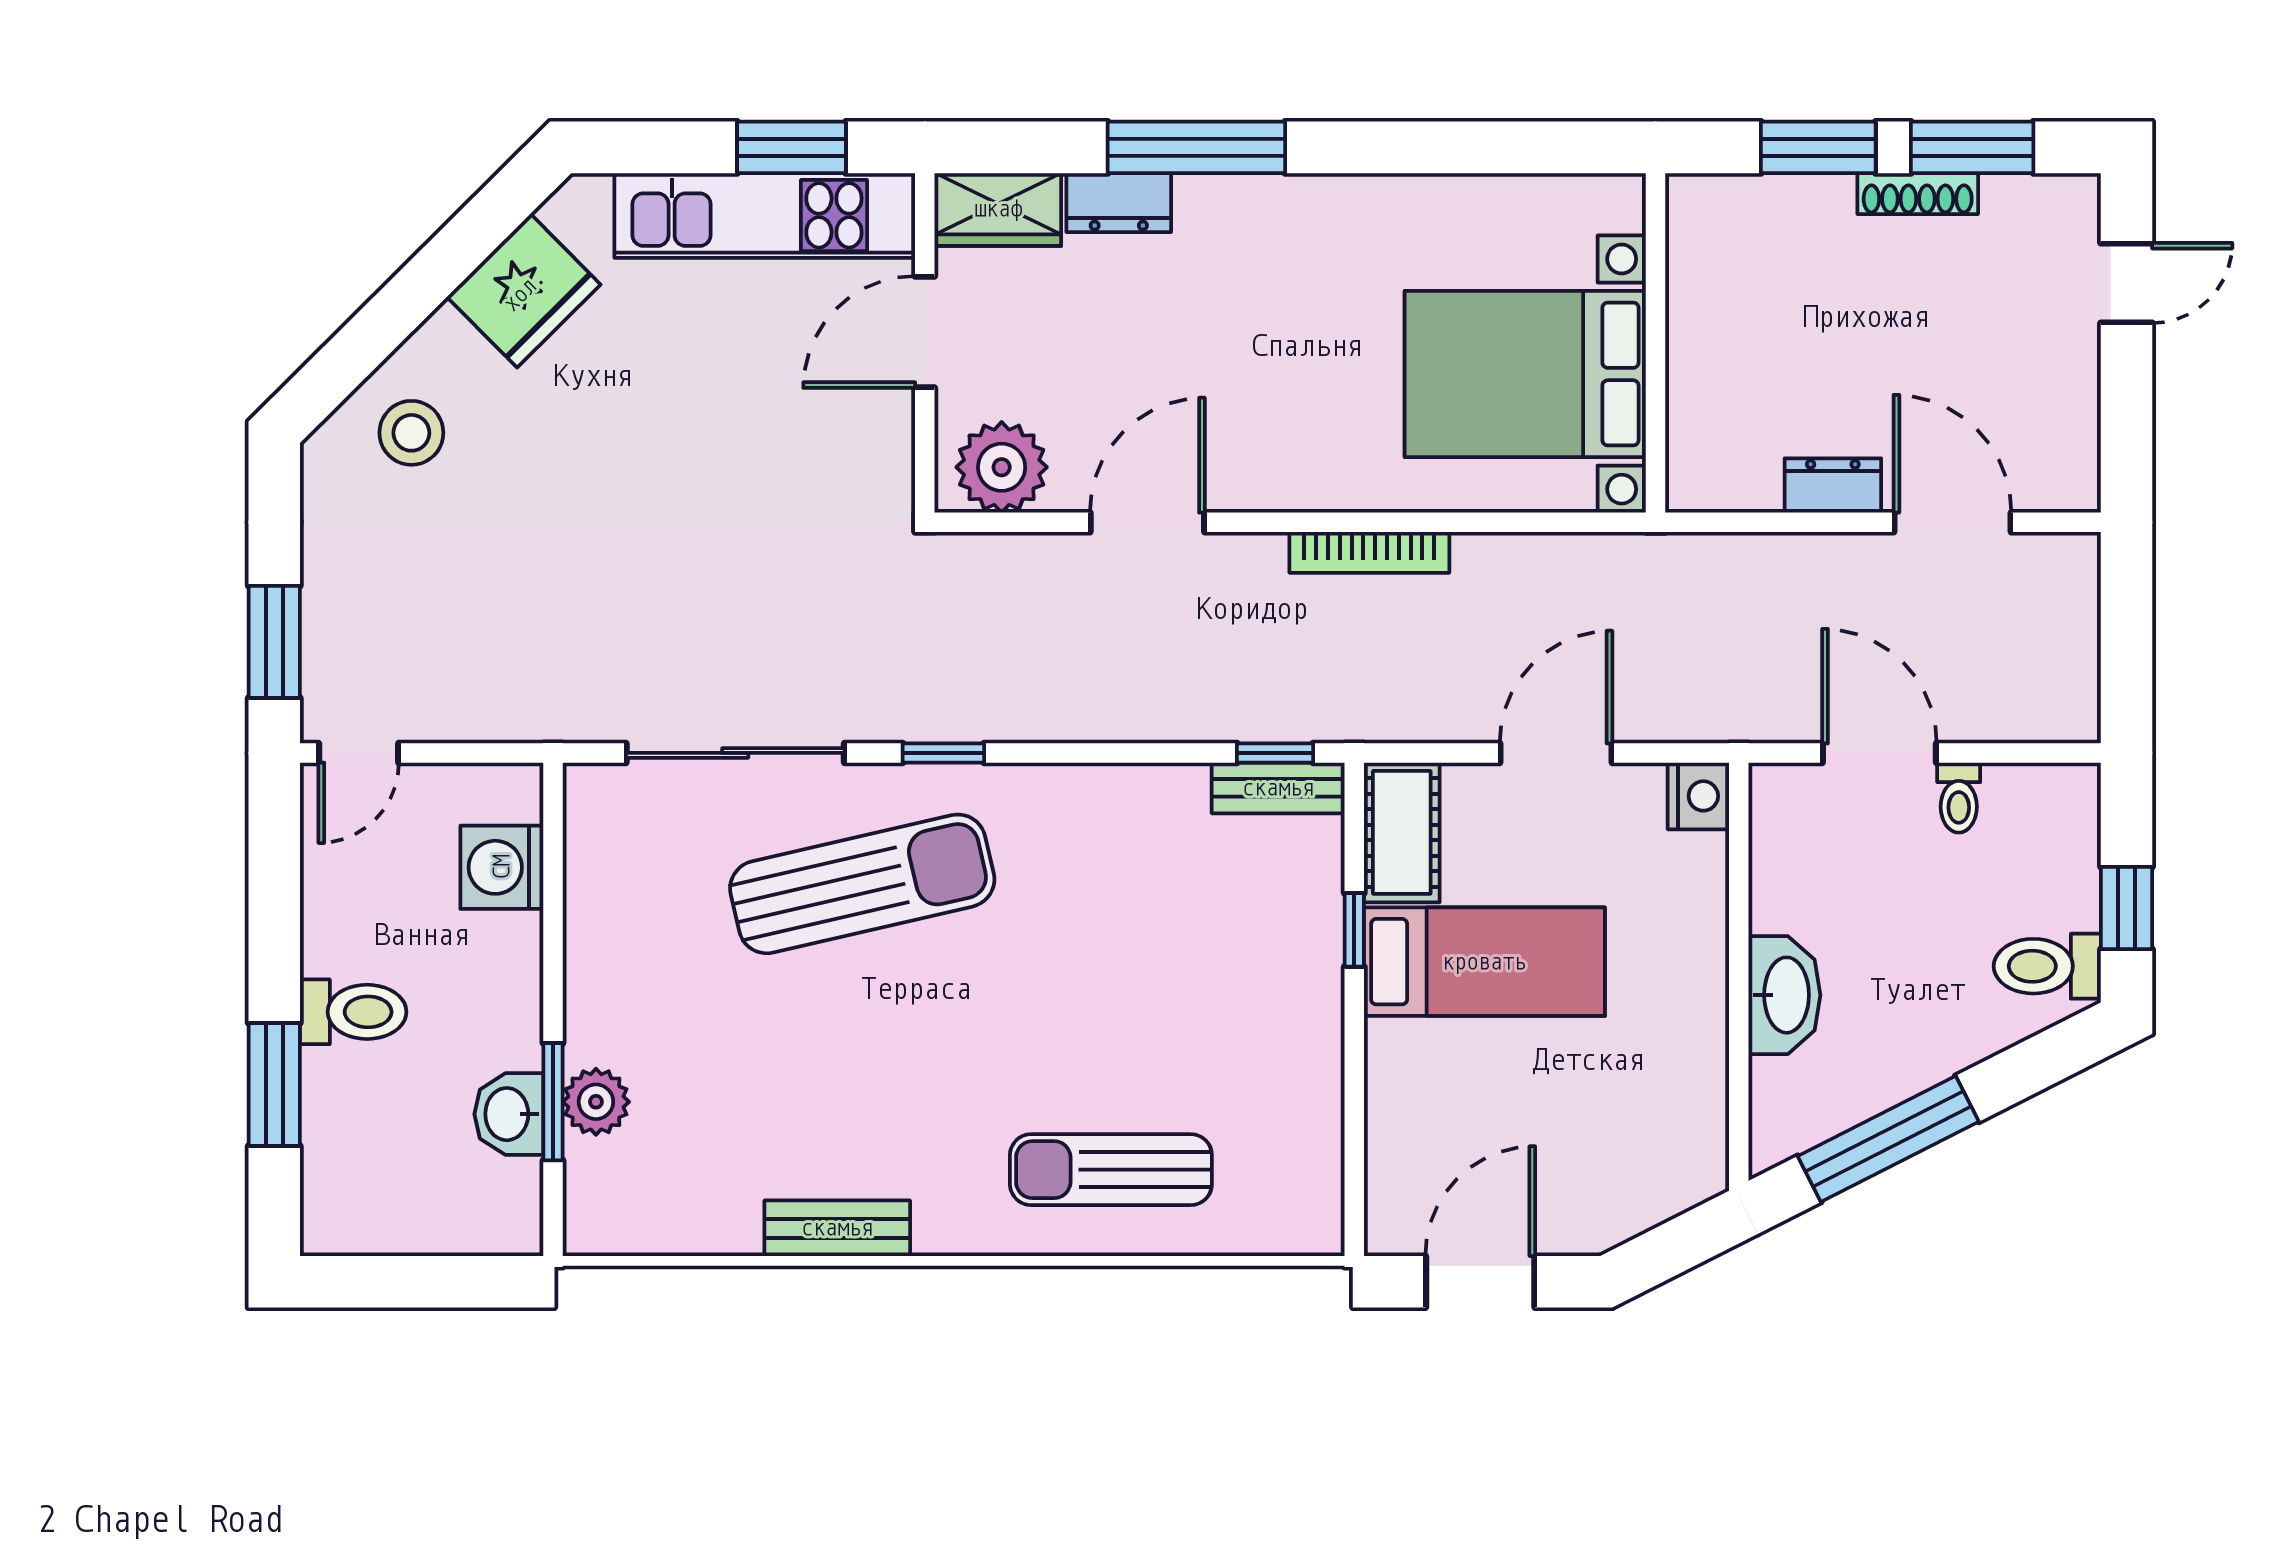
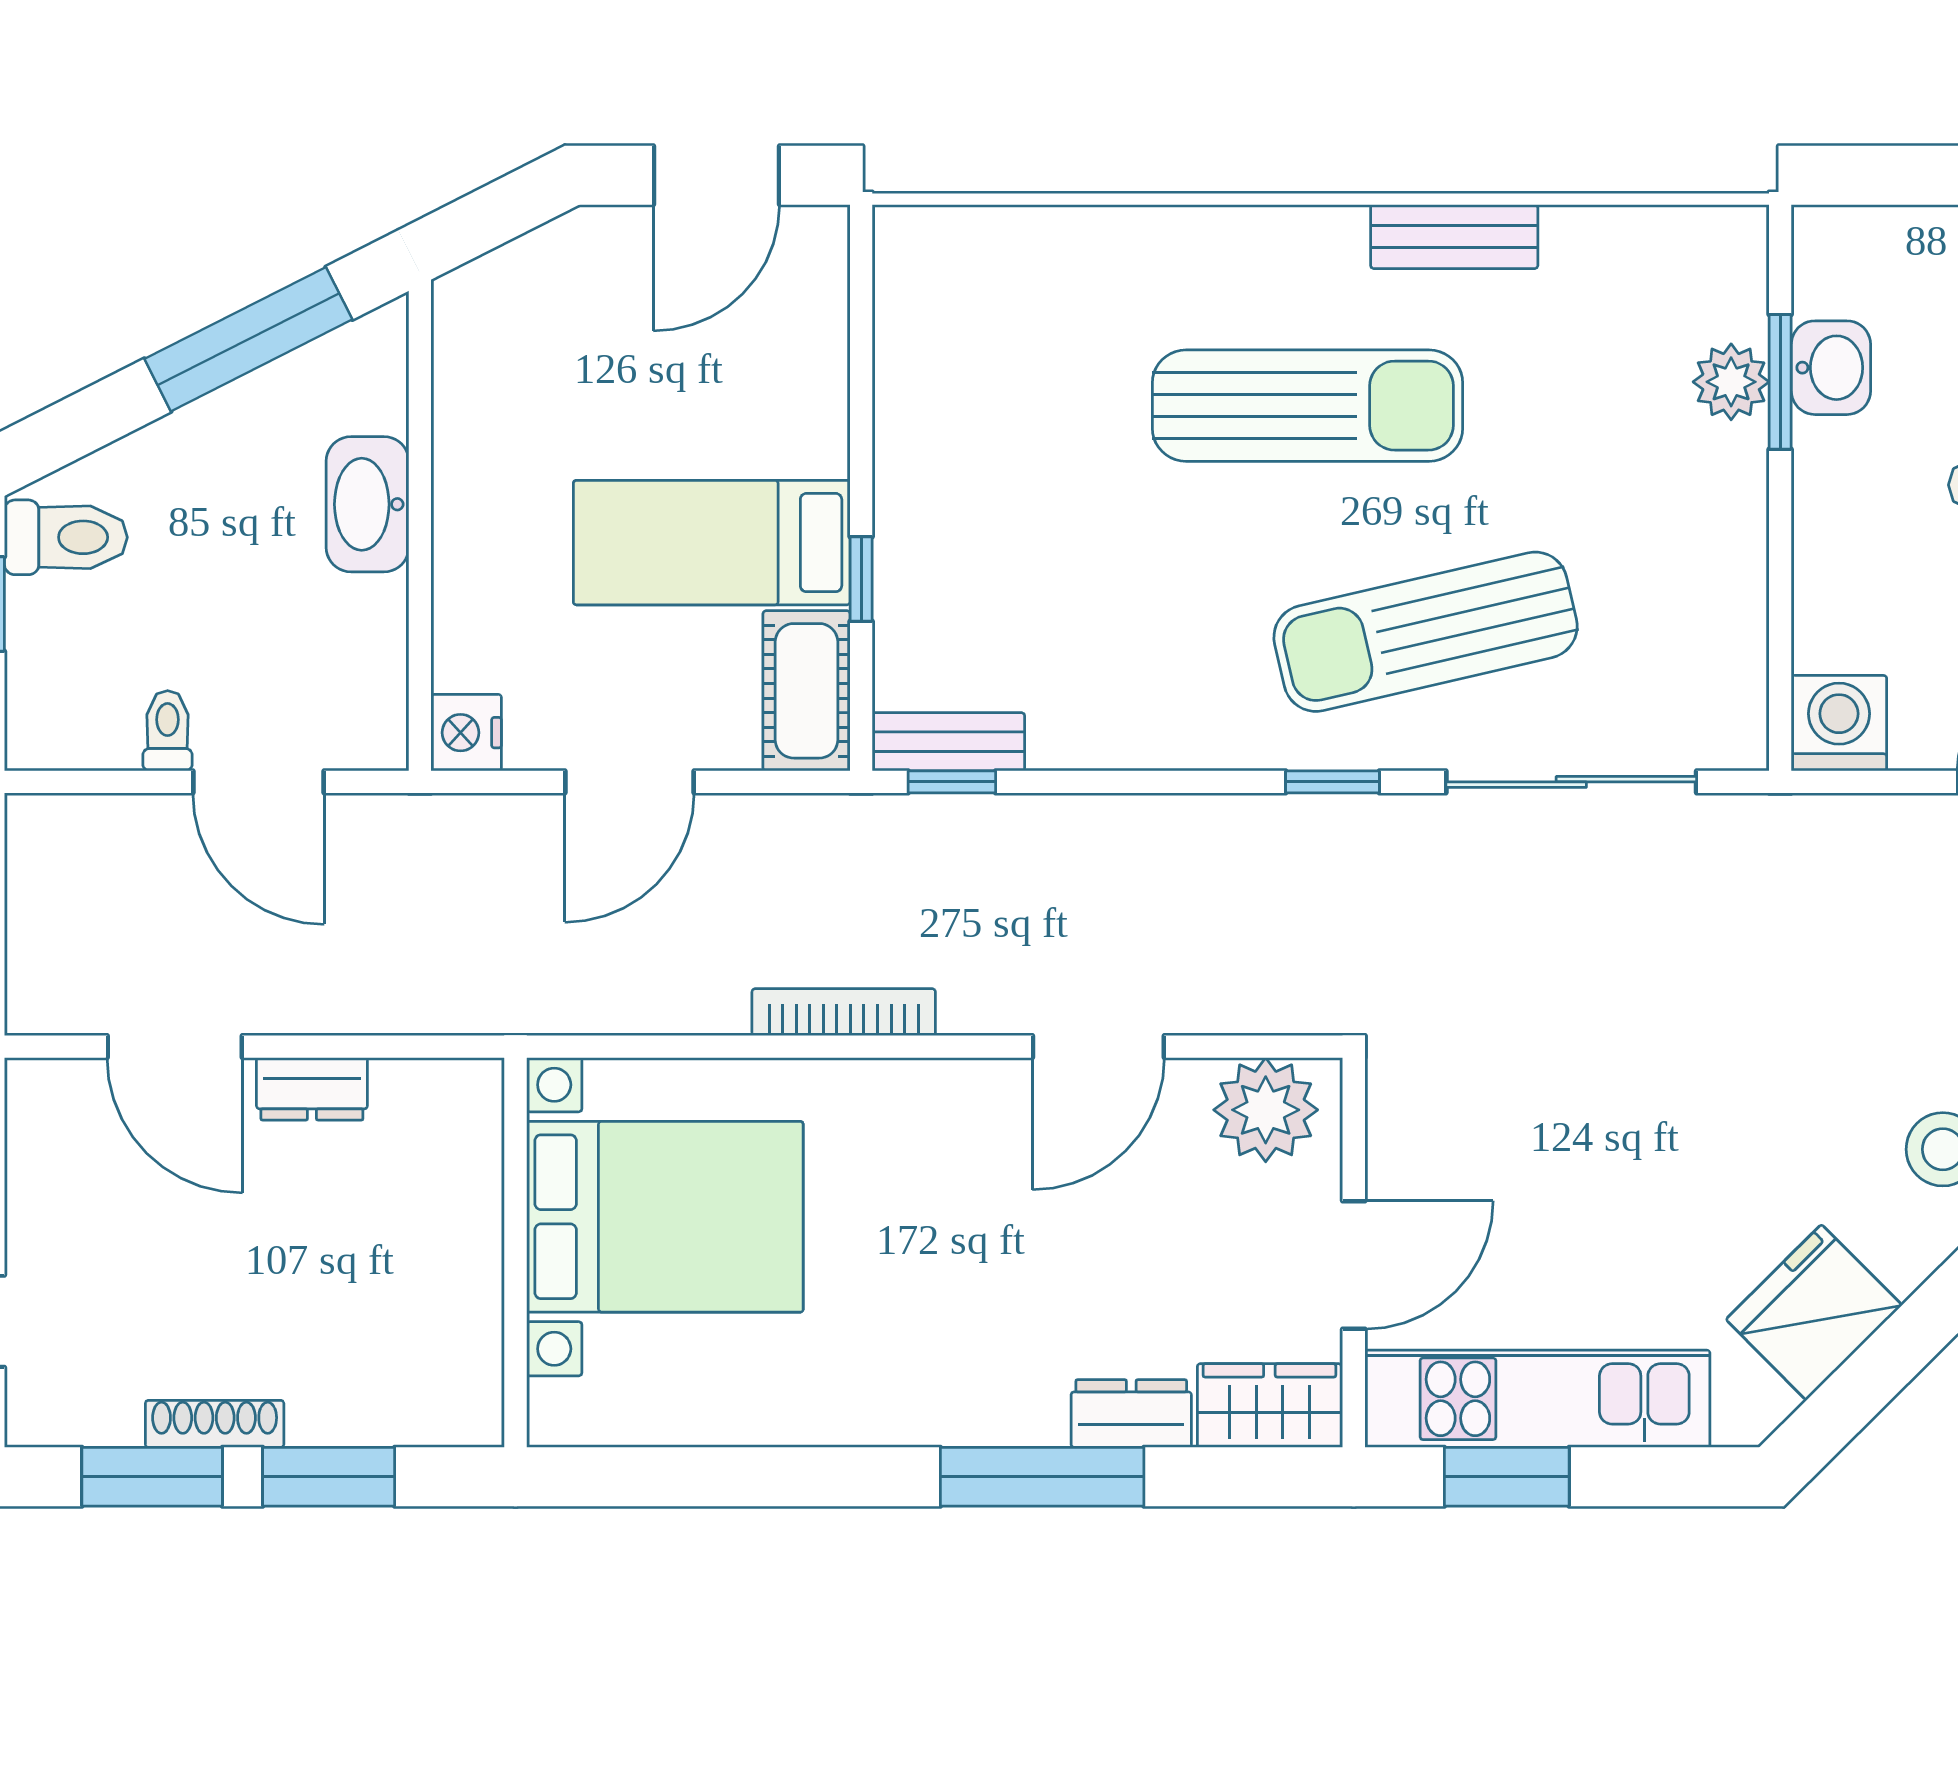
washing machine: (502, 867) -> (1839, 723), moved, turned -90
sun lounger: (1111, 1170) -> (1308, 406), moved, width x1.36, depth x1.34

